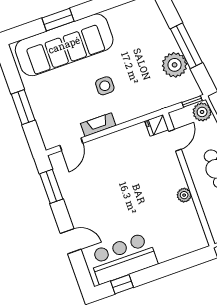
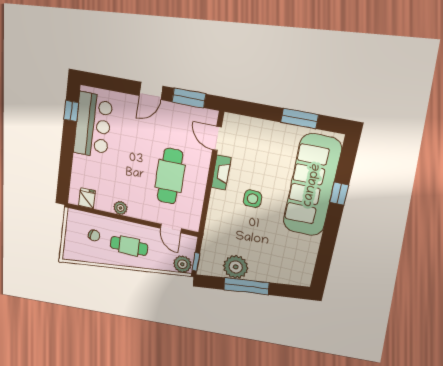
window: (58, 20) -> (339, 194), width x0.67
window: (23, 107) -> (300, 118), moved
fridge: (157, 125) -> (87, 198), moved
cafe table: (128, 166) -> (170, 176), added
door: (71, 241) -> (151, 91), moved

